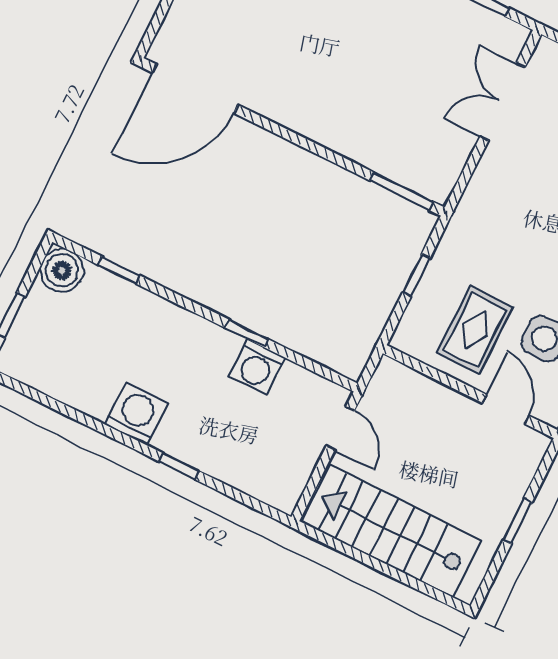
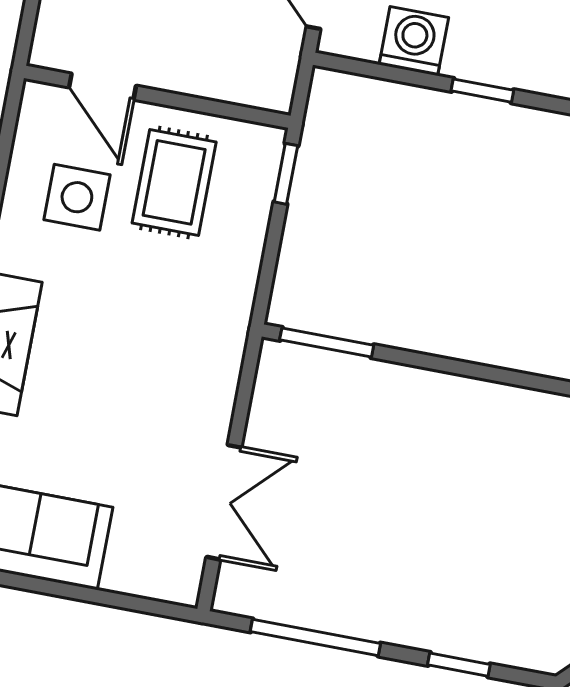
window: (416, 275) -> (286, 174), moved
washing machine: (257, 367) -> (414, 41), moved

